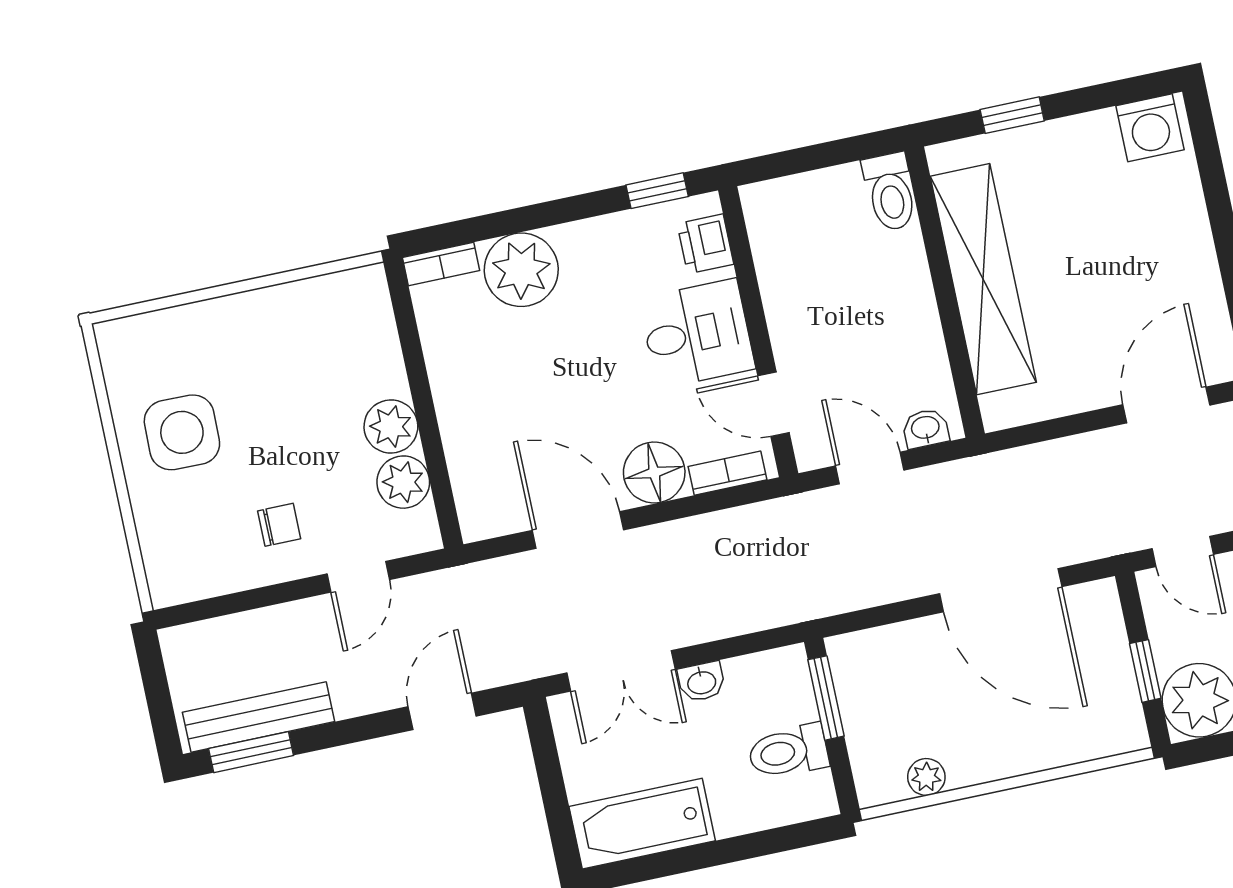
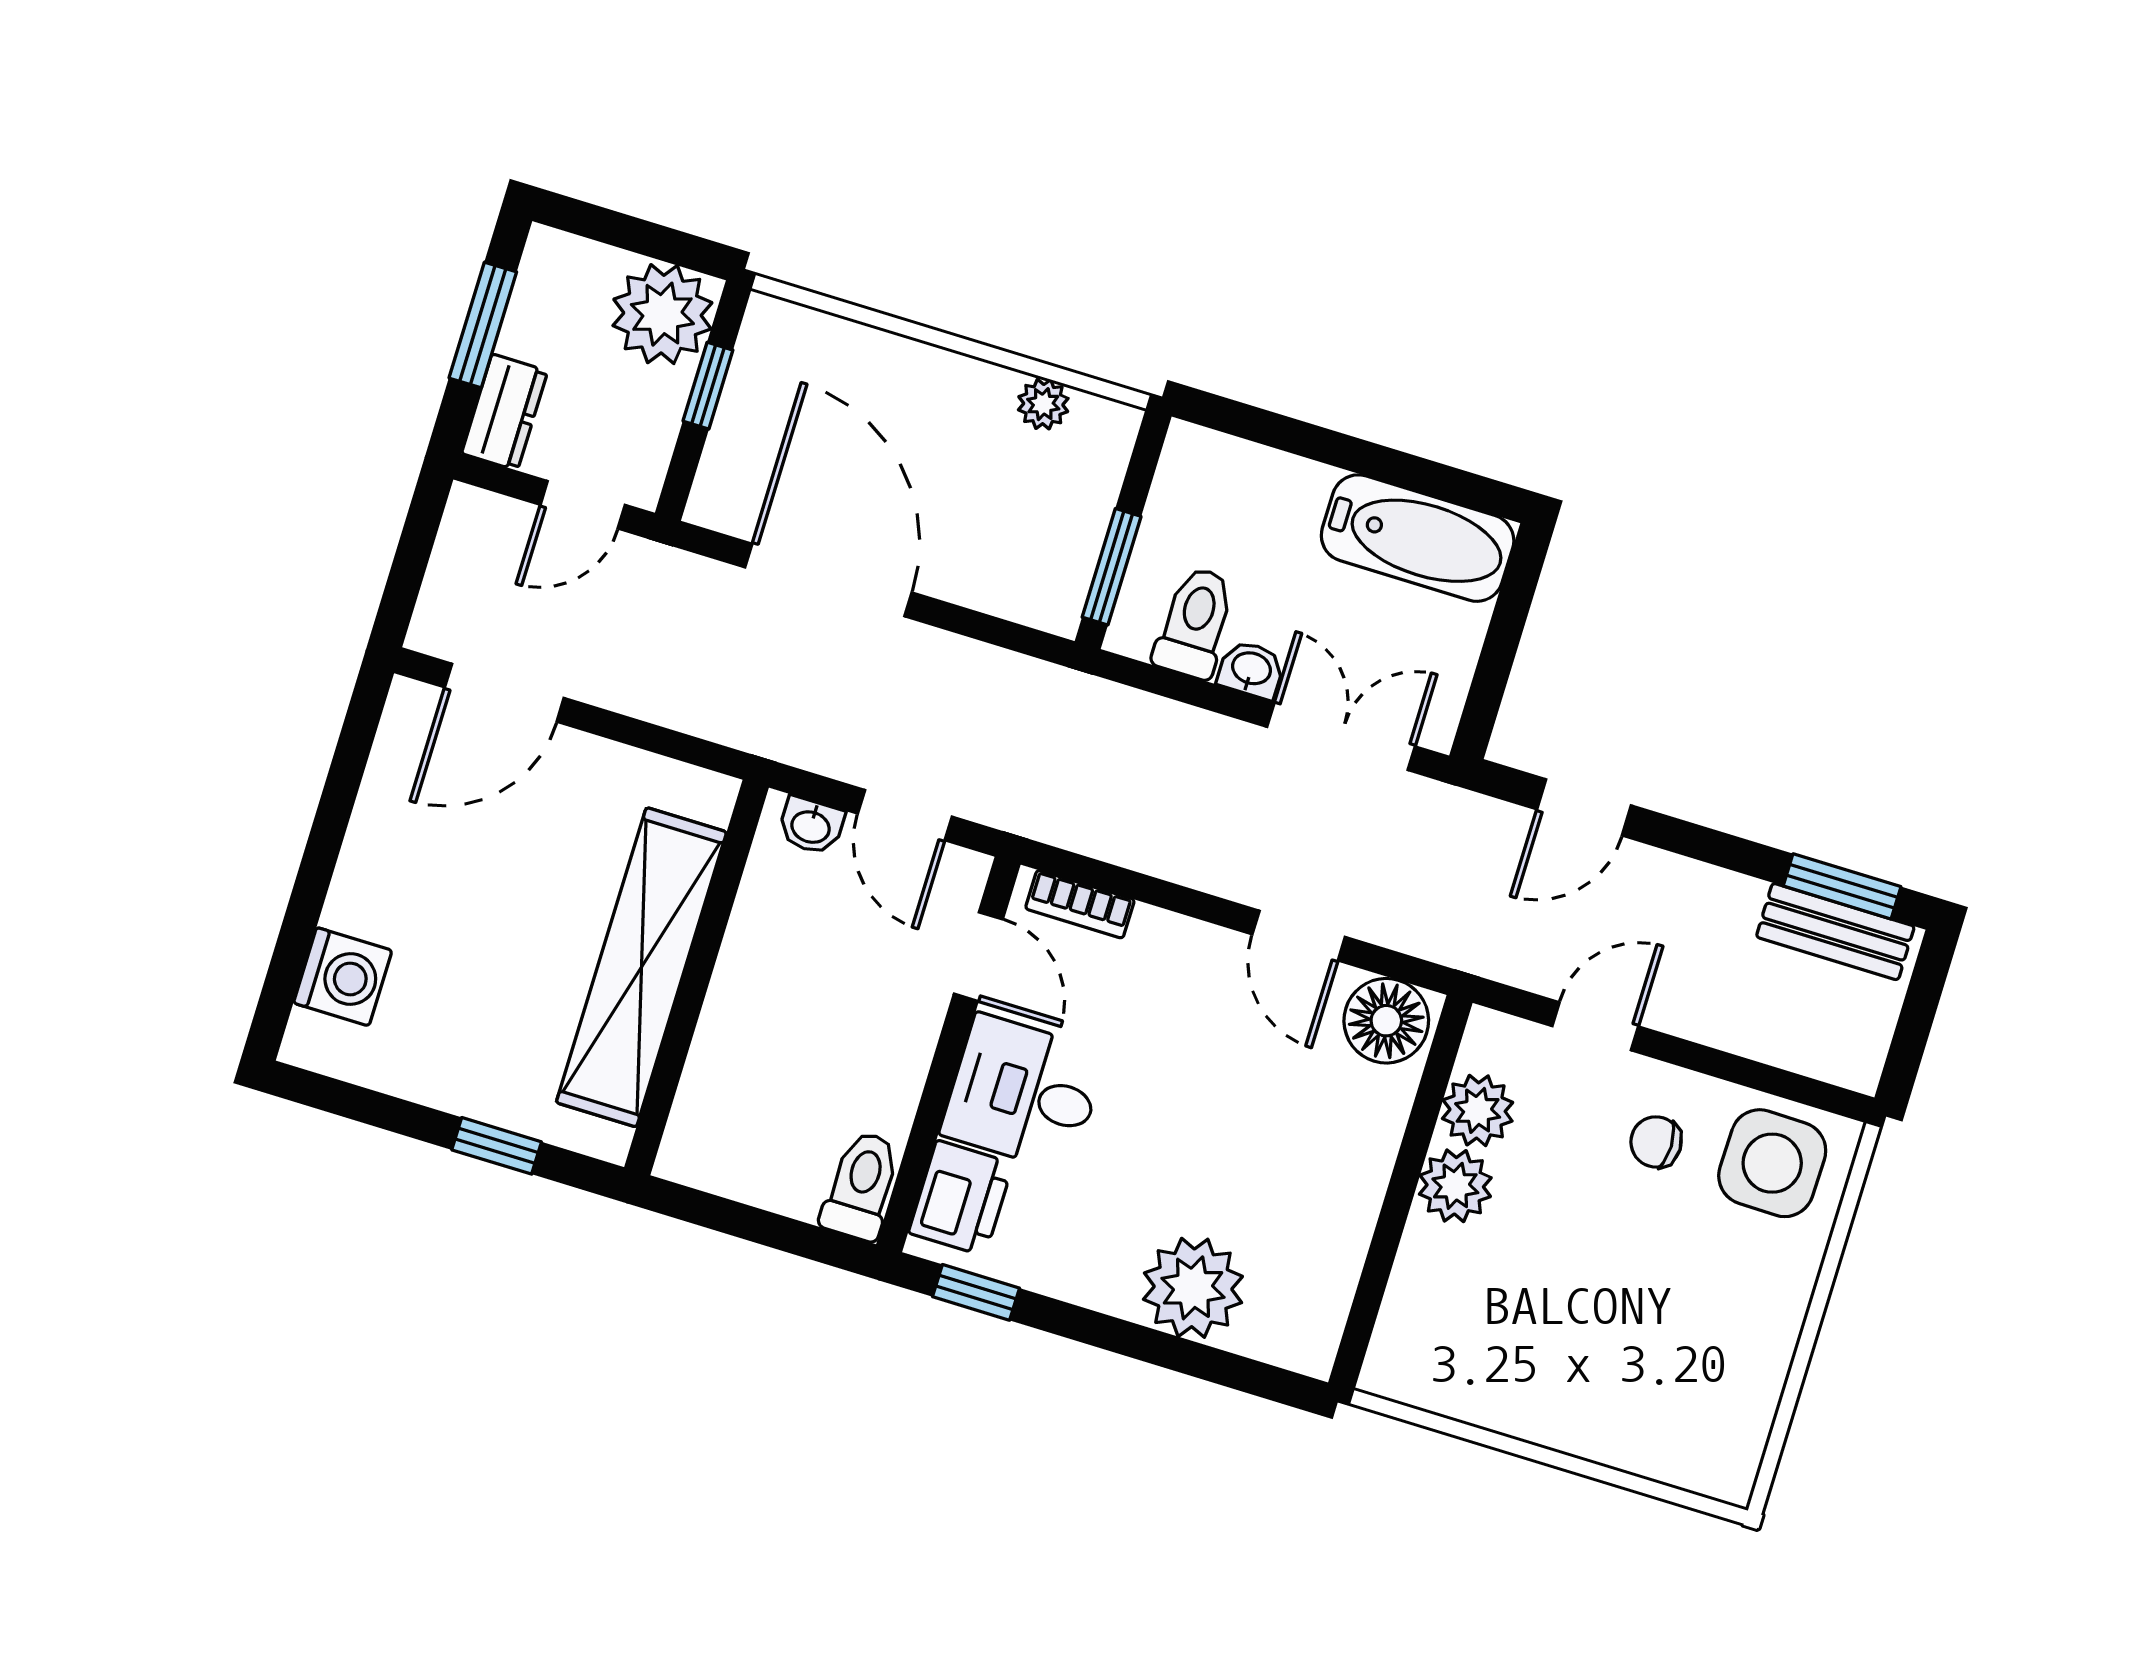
washing machine: (1150, 128) -> (343, 977), moved, turned 90
toilet: (890, 192) -> (861, 1186), moved
printer: (705, 244) -> (961, 1198), width x1.36, depth x1.24
bookcase: (441, 264) -> (1286, 1348), removed
side table: (182, 432) -> (1772, 1163), moved
floor lamp: (654, 472) -> (1386, 1021), moved
door: (578, 530) -> (1299, 936), width x0.73
door: (1183, 551) -> (583, 505), swing flipped
bench: (259, 717) -> (1835, 932), width x0.73
toilet: (788, 752) -> (1195, 623), moved, turned -90

